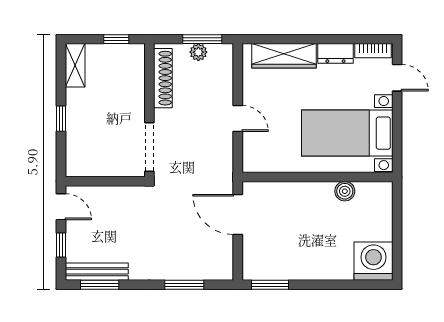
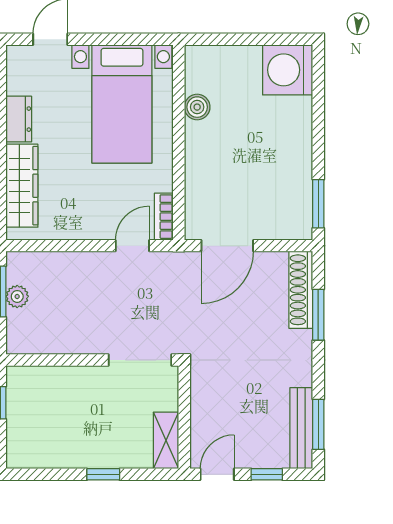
bookcase: (373, 51) -> (164, 217), moved, turned 180
shelving: (75, 65) -> (166, 440), moved, turned 90
shoe rack: (163, 78) -> (301, 290), moved, turned -90
door: (238, 118) -> (132, 246), moved

